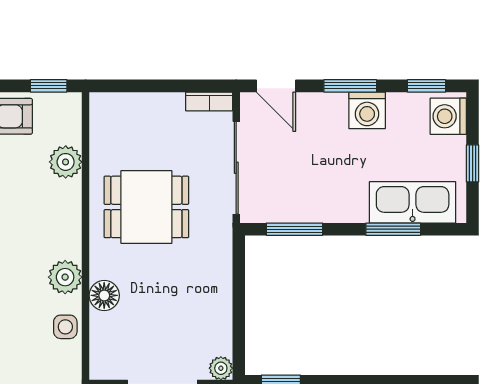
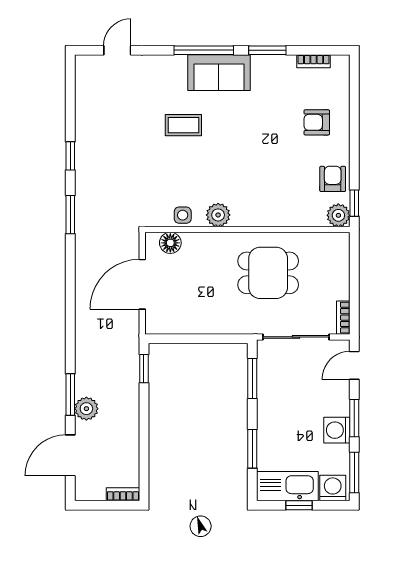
window: (427, 86) -> (354, 472), width x1.50
plant: (66, 162) -> (338, 215), moved
kitchen sink: (413, 202) -> (287, 486), moved, turned -90
dining table: (146, 207) -> (268, 273), turned 90
floor lamp: (104, 295) -> (170, 243), moved
plant: (221, 368) -> (153, 326), removed

